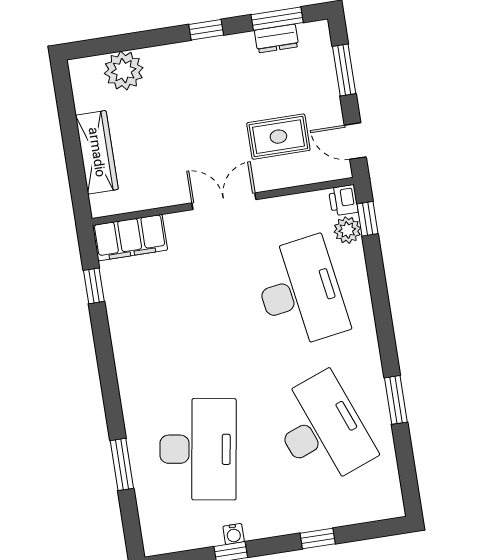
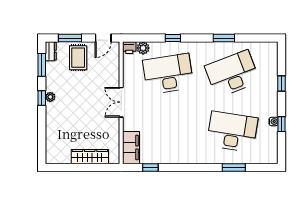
dresser: (277, 39) -> (51, 51), moved
plant: (124, 71) -> (50, 97), moved, width x0.53, depth x0.53
rug: (278, 137) -> (78, 58), moved
window: (367, 219) -> (173, 38), moved

